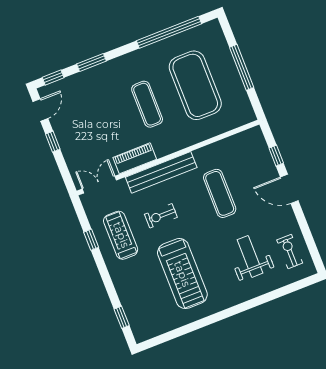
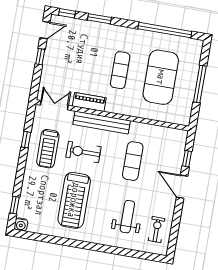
exercise bike: (161, 216) -> (83, 152), width x1.38, depth x1.39
treadmill: (121, 235) -> (48, 149), turned 180
water cooler: (141, 334) -> (21, 224), added

